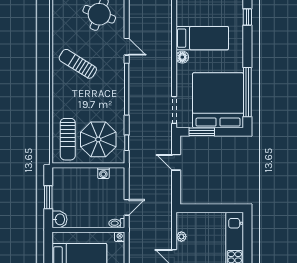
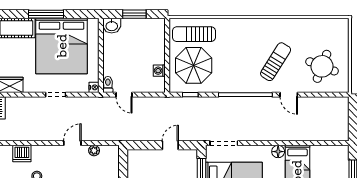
door: (127, 47) -> (289, 95), hinge flipped
sun lounger: (78, 64) -> (276, 62), moved

